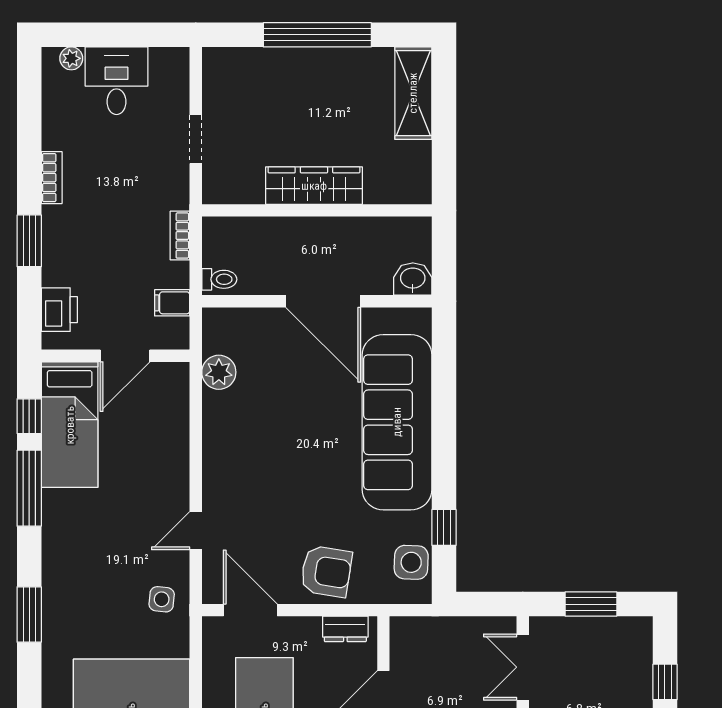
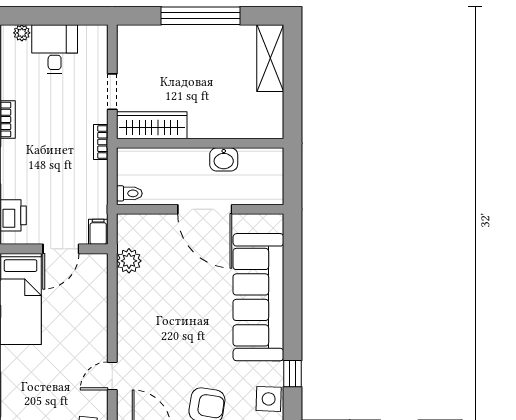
wardrobe: (314, 186) -> (152, 125), moved
bookcase: (180, 236) -> (101, 142), moved
washbasin: (413, 279) -> (224, 159), moved, turned 180
filing cabinet: (172, 303) -> (98, 232), moved, turned 90

